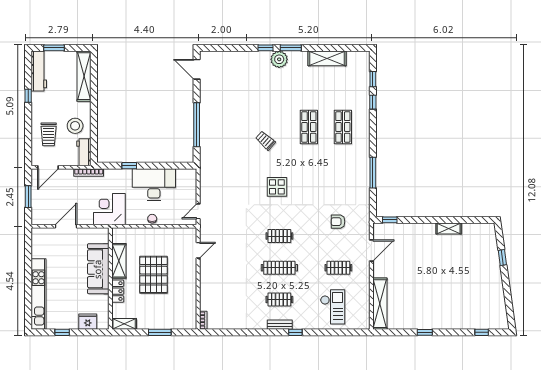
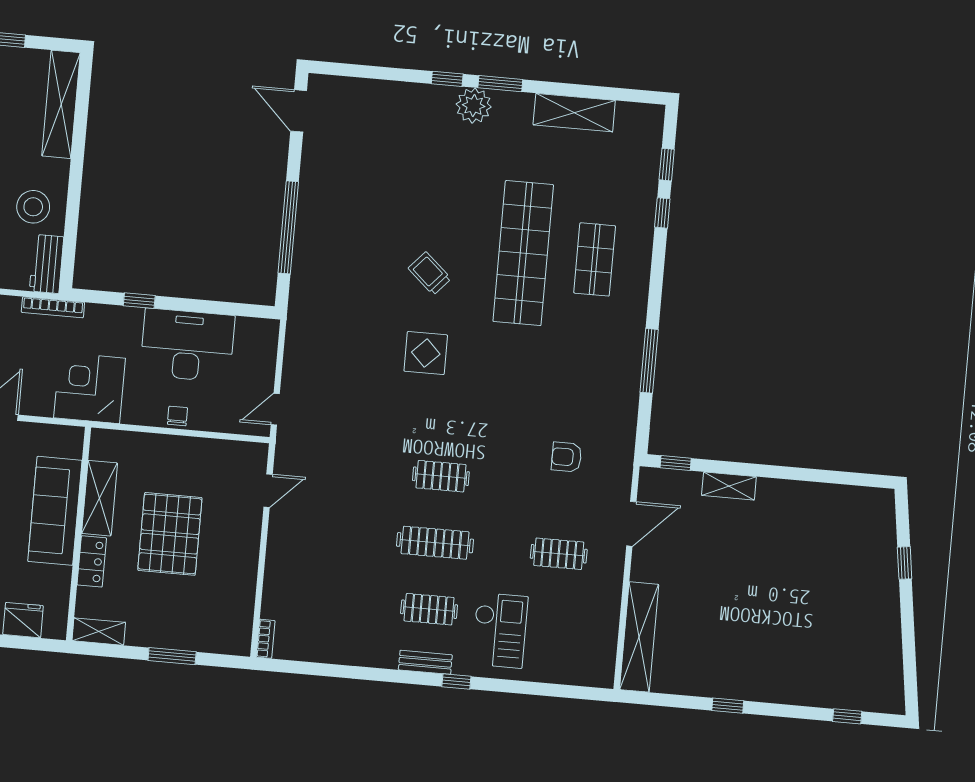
shop shelf: (309, 127) -> (523, 253), width x2.00, depth x1.36
display table: (277, 187) -> (426, 353), moved
shelving: (449, 229) -> (729, 486), moved
checkout: (333, 307) -> (500, 630), moved

